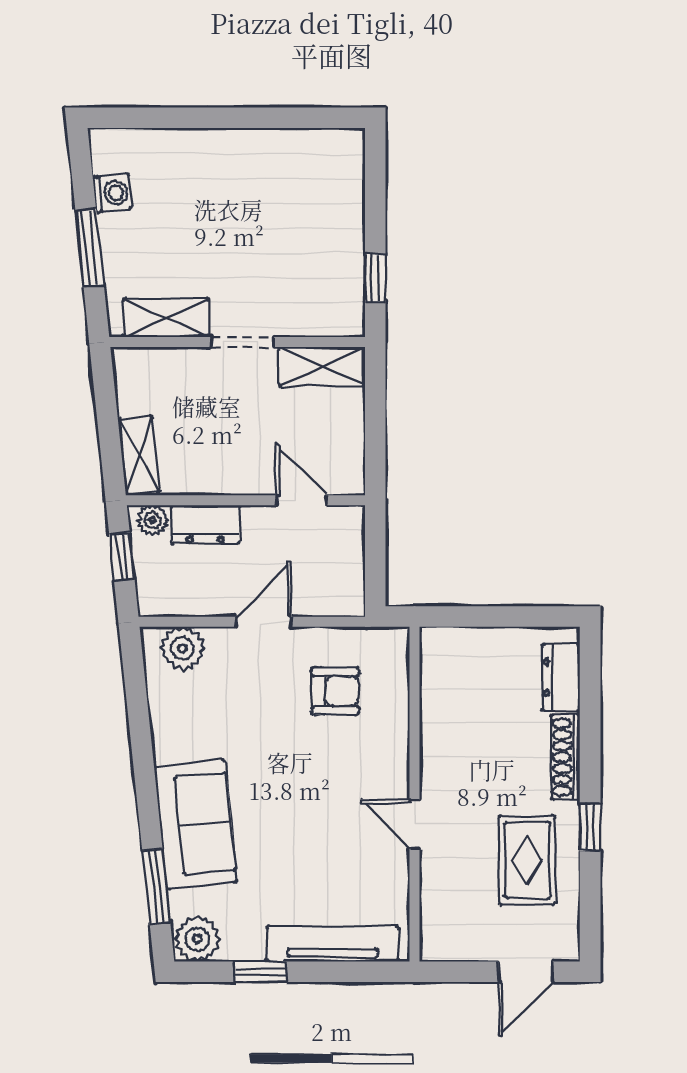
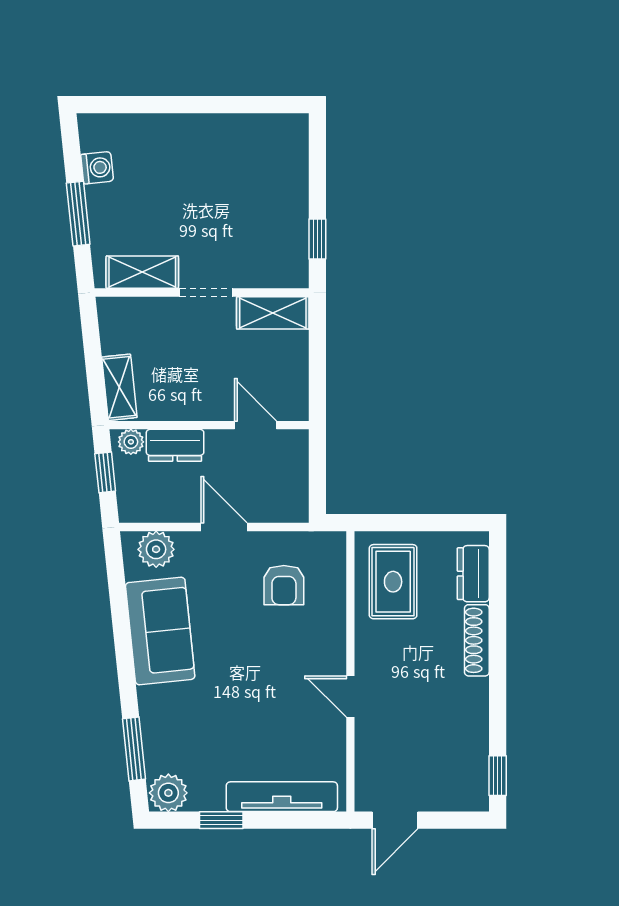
door: (264, 622) -> (224, 527), hinge flipped
armchair: (335, 691) -> (284, 585), turned 90
sofa: (196, 825) -> (160, 631), moved
window: (590, 827) -> (498, 776), moved
rug: (527, 860) -> (393, 582), moved
door: (525, 972) -> (395, 820), moved

